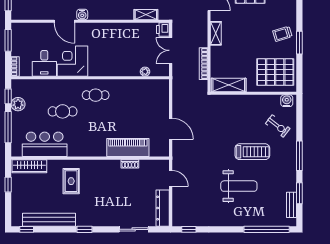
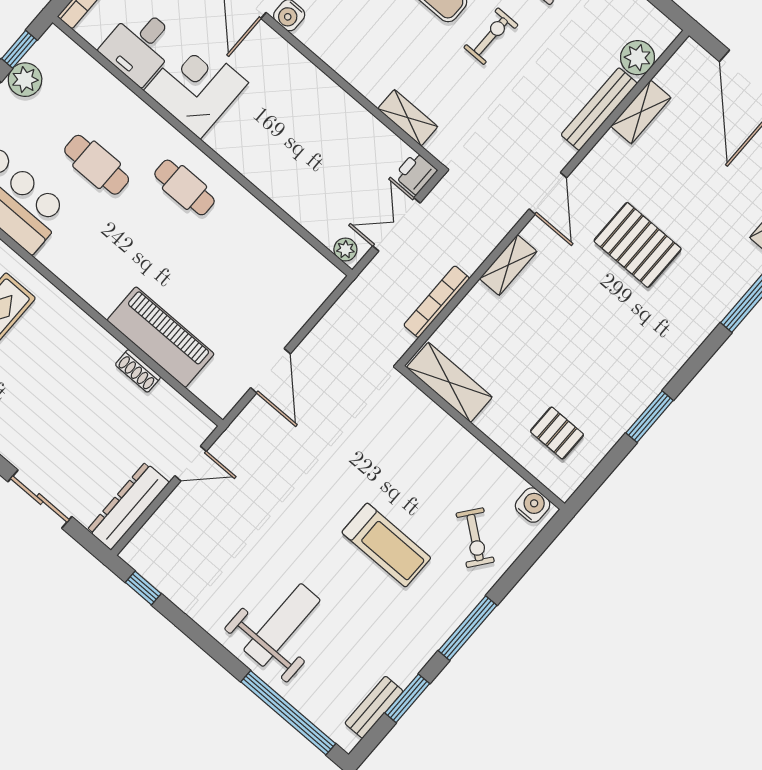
trolley: (282, 34) -> (632, 373), removed
plant: (145, 72) -> (345, 249), moved
pallet: (275, 72) -> (557, 433), width x0.49, depth x0.50
door: (171, 178) -> (191, 464), hinge flipped
weight bench: (239, 186) -> (282, 625), moved, turned -90

